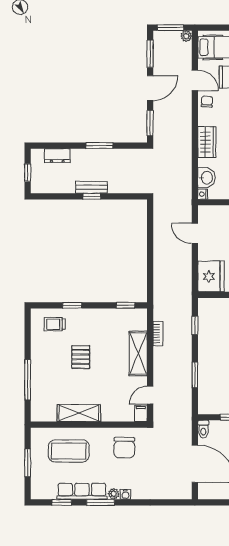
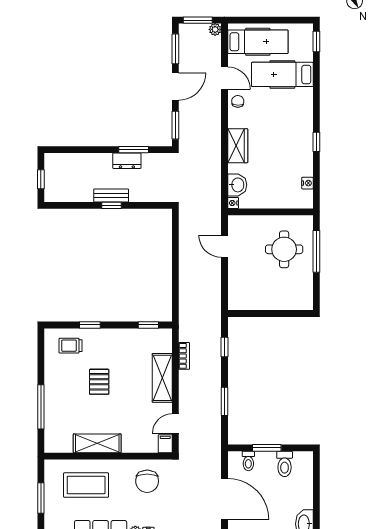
window: (99, 146) -> (134, 150), moved
dresser: (57, 156) -> (127, 161), moved
fridge: (211, 276) -> (242, 293), removed
toilet: (203, 429) -> (248, 461), moved

